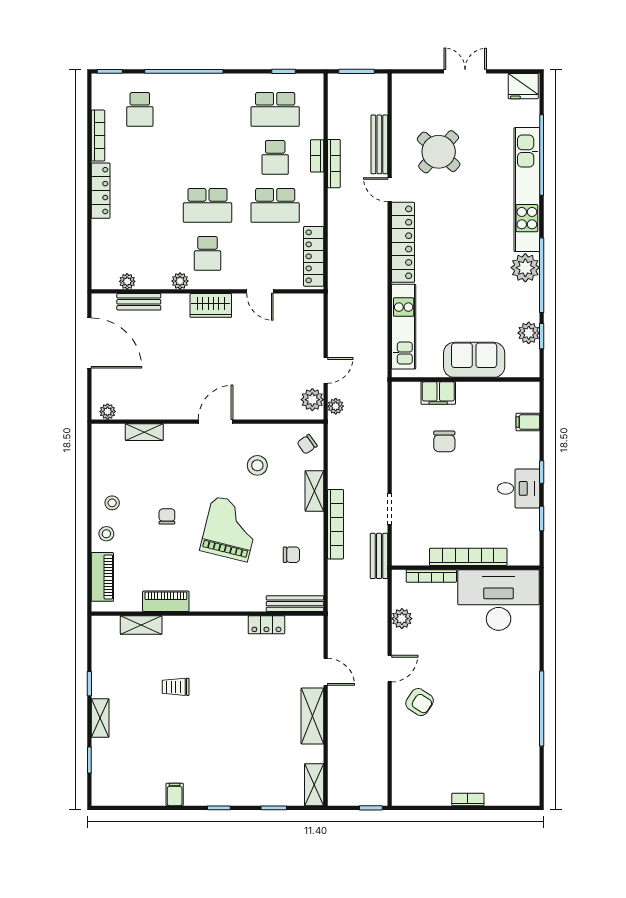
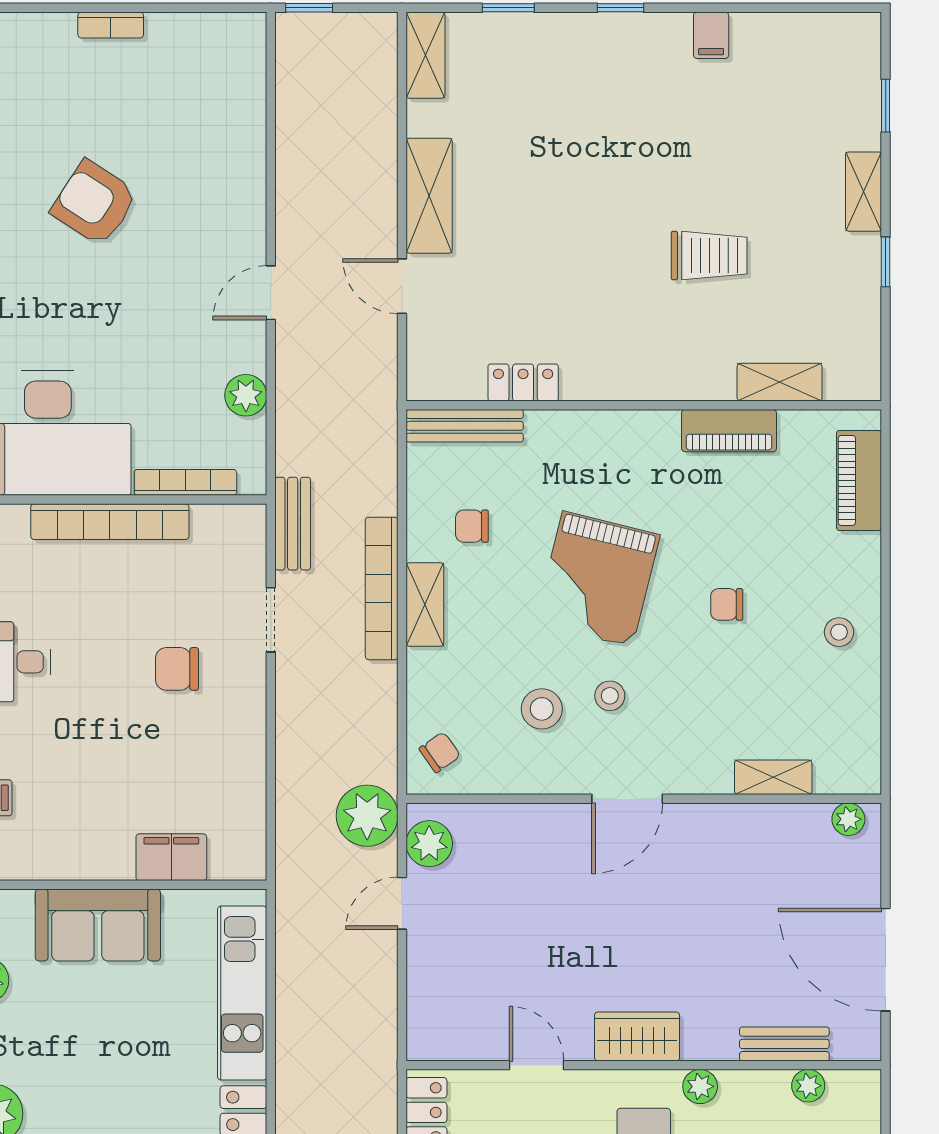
plant: (336, 406) -> (367, 816), width x1.87, depth x1.87
chair: (444, 441) -> (177, 669), moved, turned -90
shelving: (314, 491) -> (425, 604), moved
chair: (167, 516) -> (727, 604), turned 90
stool: (106, 534) -> (610, 696), moved
trolley: (176, 687) -> (709, 256), width x1.36, depth x1.39
armchair: (420, 702) -> (94, 203), moved, width x1.38, depth x1.38

